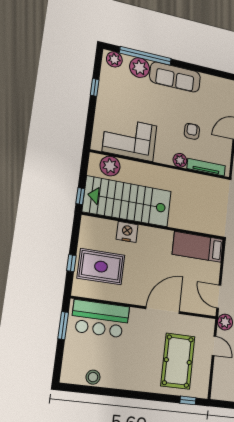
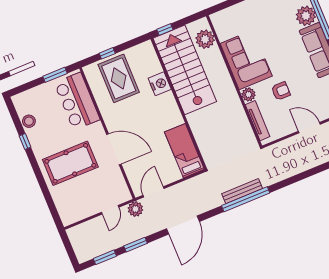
corner sofa: (130, 139) -> (246, 60), moved
pool table: (178, 361) -> (70, 163), moved
window: (188, 400) -> (25, 142), moved

